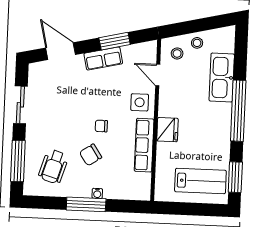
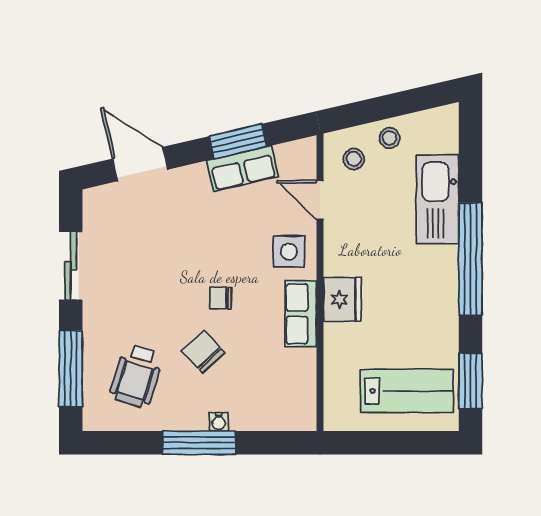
row of seats: (103, 58) -> (243, 169), moved
row of seats: (144, 145) -> (301, 314), width x0.68
chair: (91, 155) -> (203, 352), turned 81

